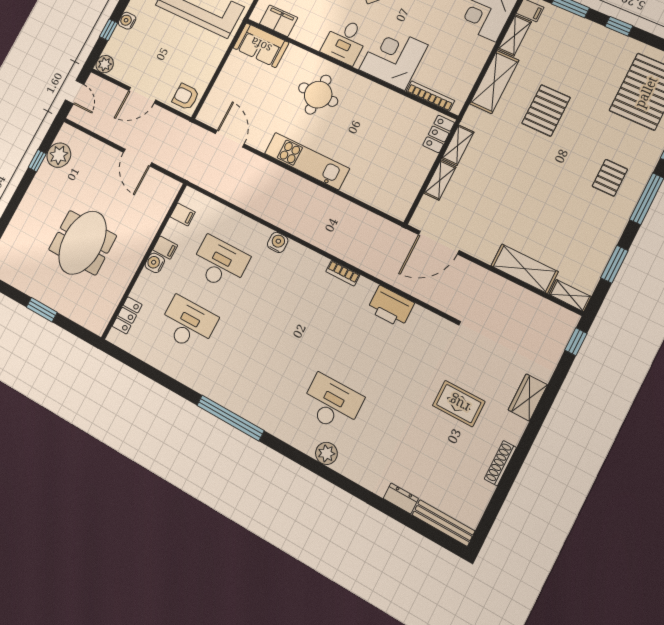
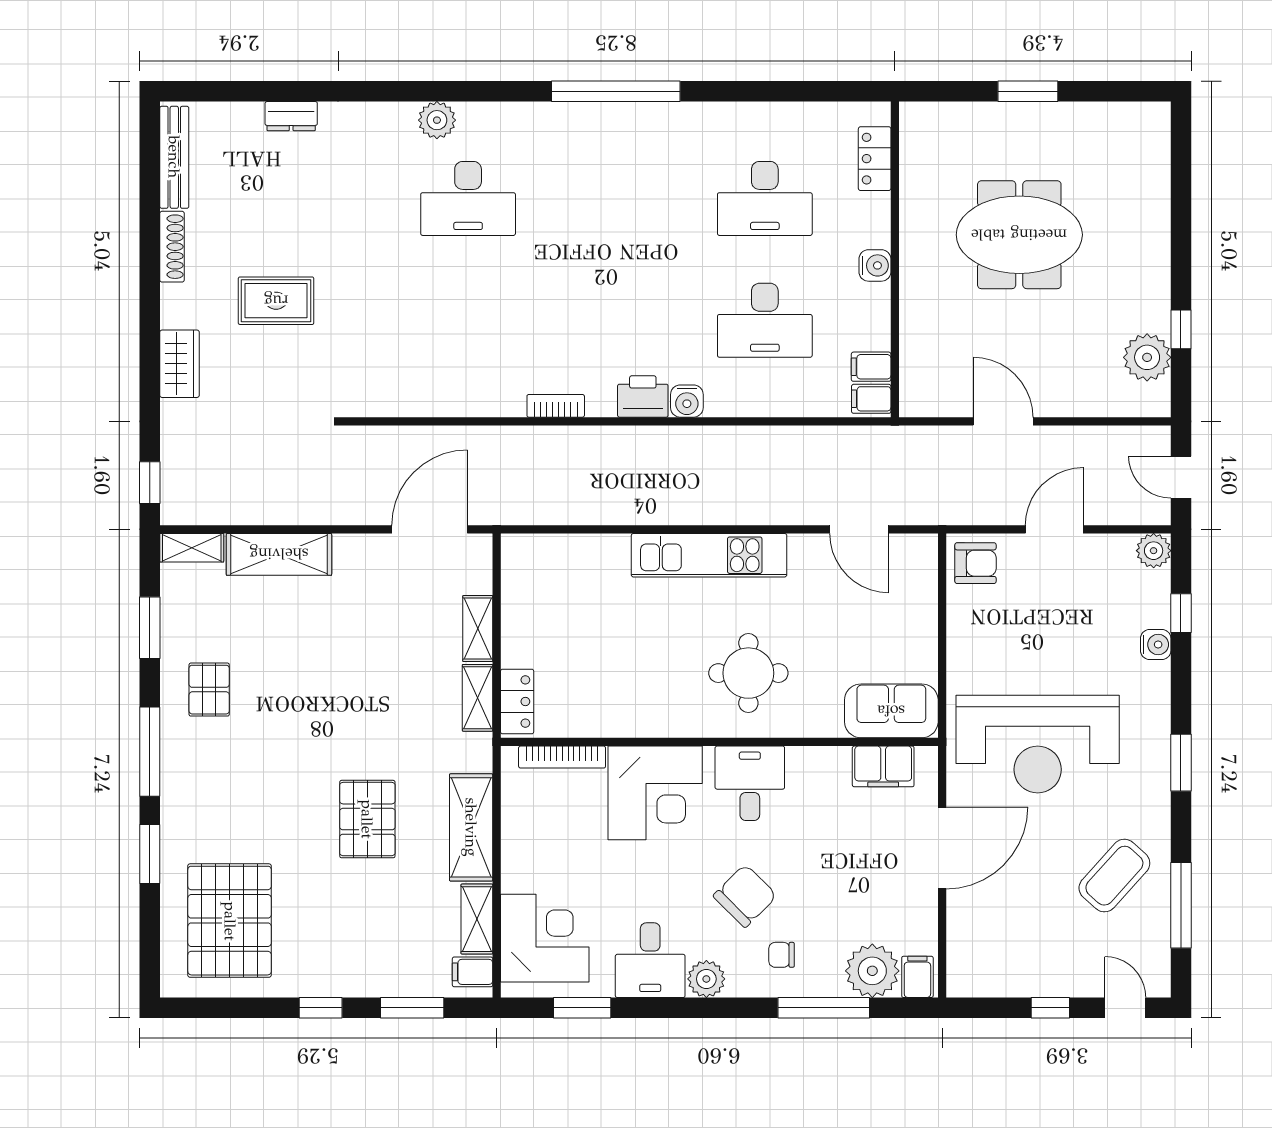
pallet: (610, 178) -> (209, 690), moved
meeting table: (83, 243) -> (1019, 235), turned 90
filing cabinet: (165, 248) -> (871, 399), moved
printer: (391, 307) -> (643, 396), moved, width x0.73, depth x0.84
bench: (443, 523) -> (174, 157), moved, turned 90

